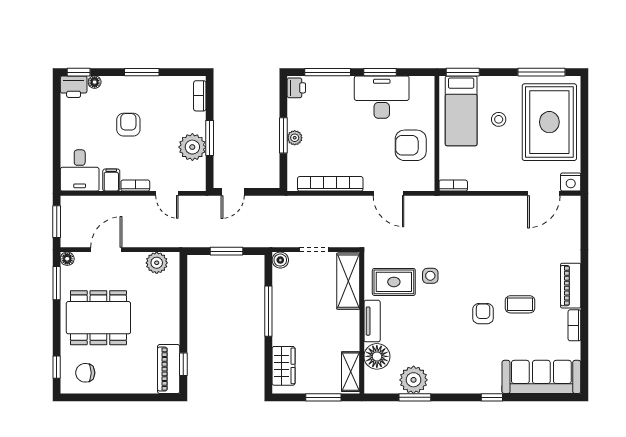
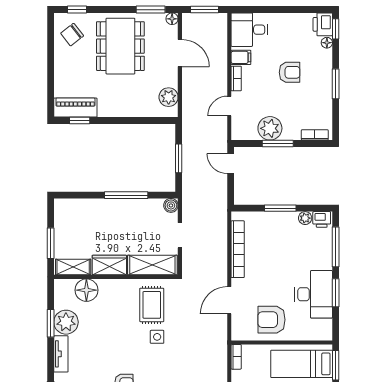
plant: (295, 138) -> (305, 218), moved
armchair: (411, 145) -> (271, 320), turned -90
tv unit: (372, 321) -> (61, 354), moved, turned -90
wardrobe: (284, 366) -> (109, 265), moved, turned 180
chair: (85, 373) -> (72, 35), turned -128

